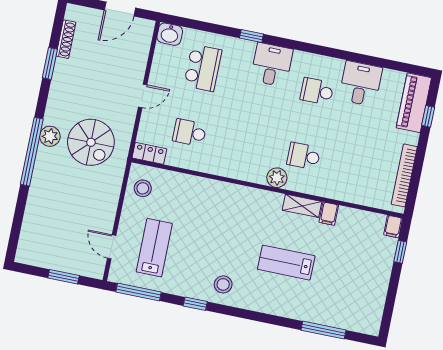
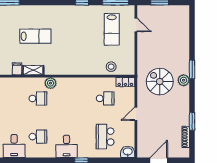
window: (32, 152) -> (192, 69), width x0.47
stool: (143, 188) -> (111, 67), moved
stool: (223, 284) -> (68, 17), removed

